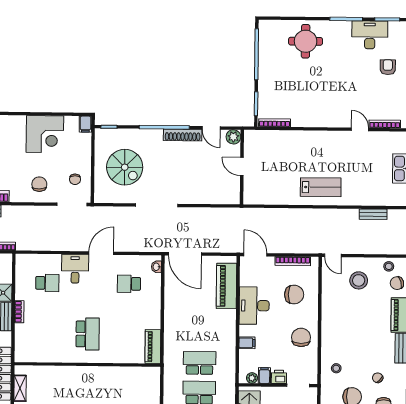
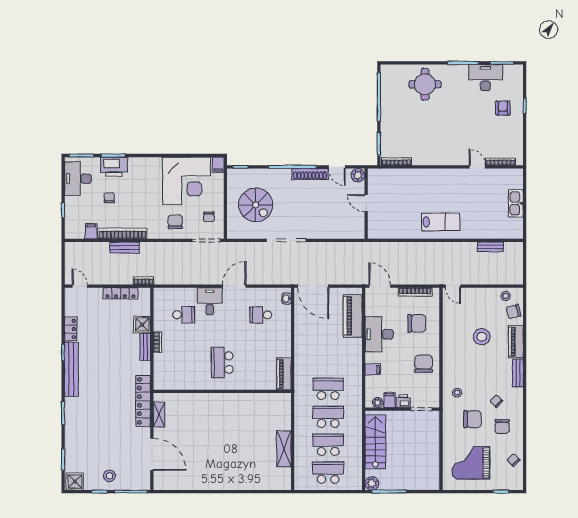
corner desk: (45, 134) -> (186, 181), width x1.36, depth x1.36
stool: (359, 280) -> (482, 337), moved
school desk: (88, 334) -> (222, 363), turned 180

